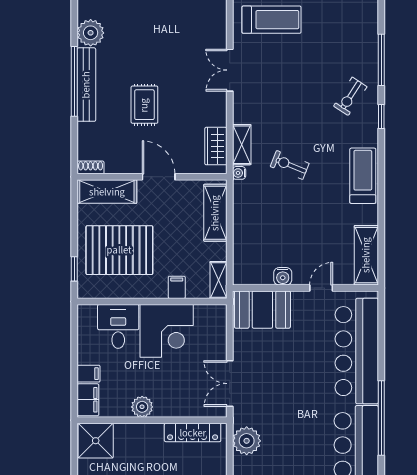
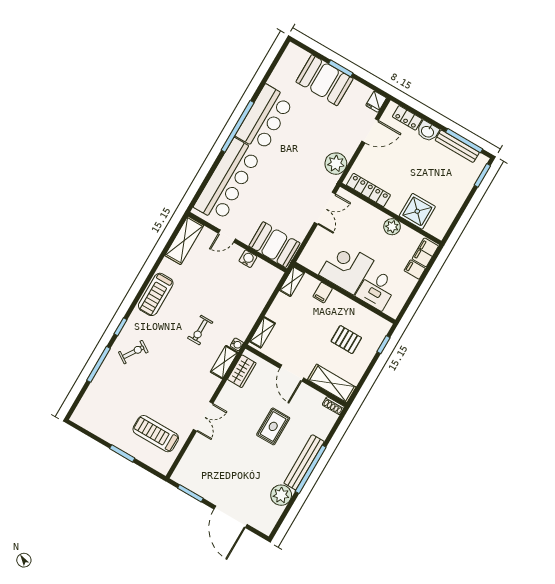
exercise bike: (290, 165) -> (200, 330), turned 68
shelving: (215, 213) -> (262, 332), width x0.67, depth x0.75
pallet: (119, 250) -> (346, 340), width x0.49, depth x0.50
shower: (96, 441) -> (417, 211), moved

